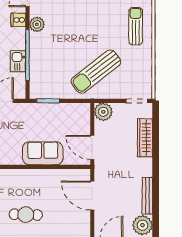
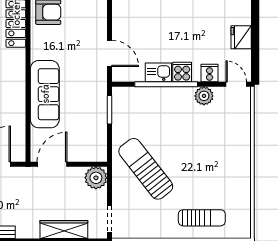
cooker: (18, 42) -> (182, 72), added
sofa: (43, 153) -> (45, 94), width x1.36

